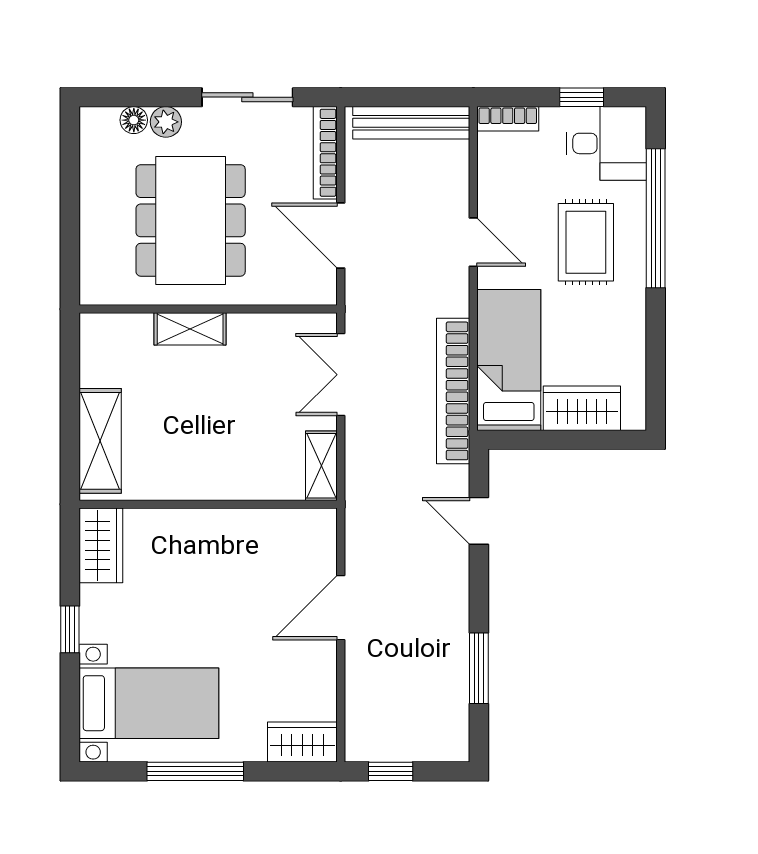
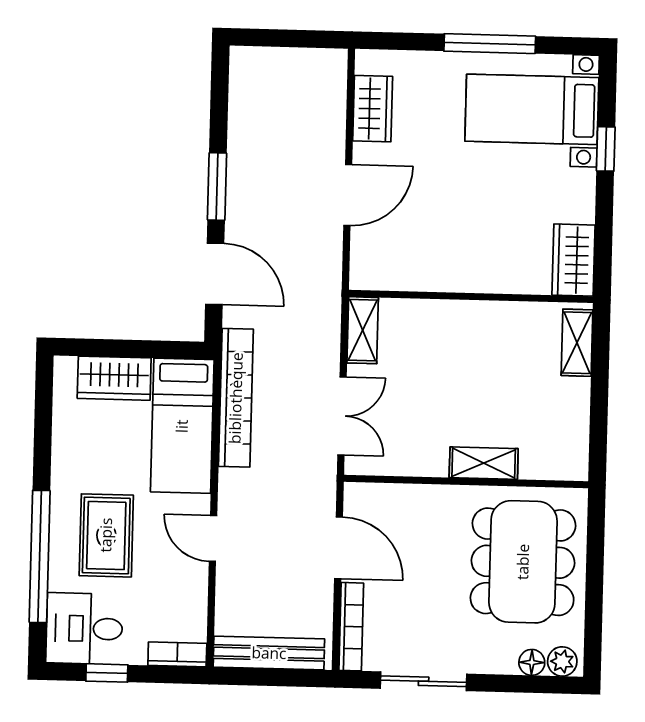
plant: (166, 122) -> (562, 661), moved
dining table: (191, 220) -> (523, 562), moved
shelving: (100, 441) -> (577, 343), width x0.67, depth x0.75
door: (479, 521) -> (215, 274), width x1.38
window: (70, 629) -> (606, 149), moved
window: (479, 668) -> (217, 186), moved
wardrobe: (302, 742) -> (373, 109), moved, turned -90
window: (391, 771) -> (305, 39), removed

